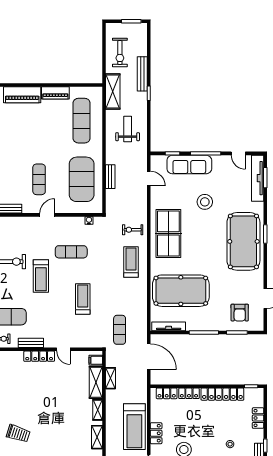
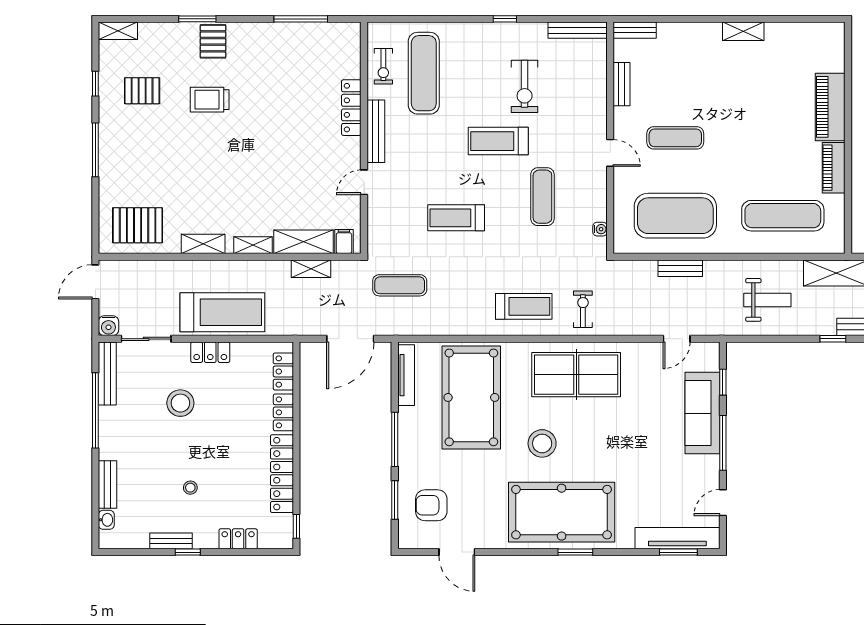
stool: (205, 202) -> (542, 443), moved
treadmill: (83, 299) -> (456, 218), turned 180
bench: (31, 343) -> (376, 131), width x1.36
locker: (39, 356) -> (351, 108), moved
treadmill: (134, 427) -> (222, 312), turned 180
trolley: (18, 434) -> (210, 100), turned 72

